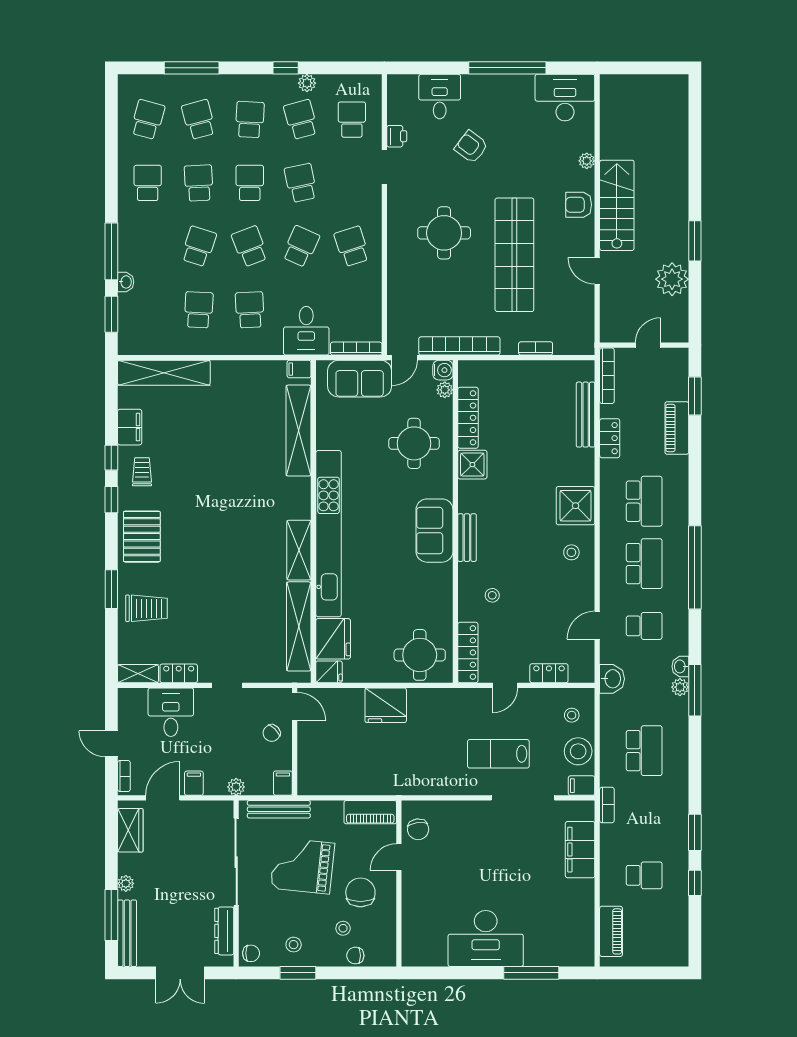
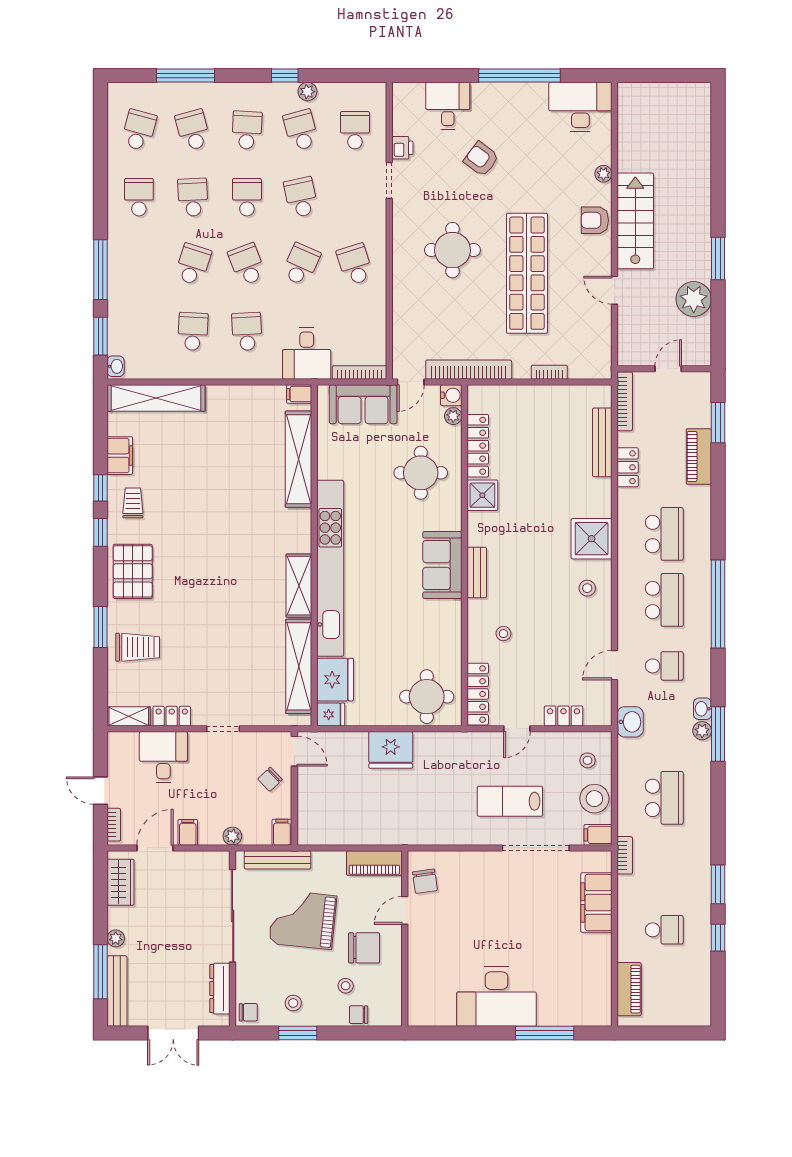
washbasin: (126, 282) -> (116, 366), moved
chair: (360, 892) -> (364, 948), turned 90

